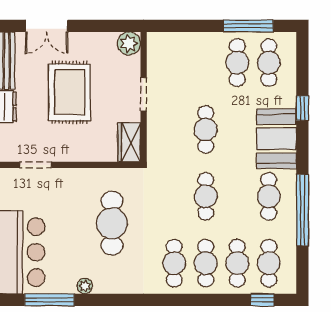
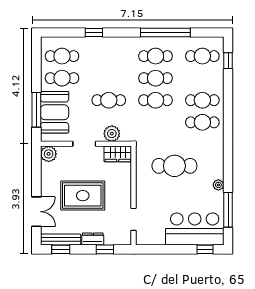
window: (248, 26) -> (36, 110), moved
plant: (158, 134) -> (112, 134), added
booth: (276, 139) -> (55, 112), moved, turned 90
cafe table: (237, 263) -> (156, 78), moved

